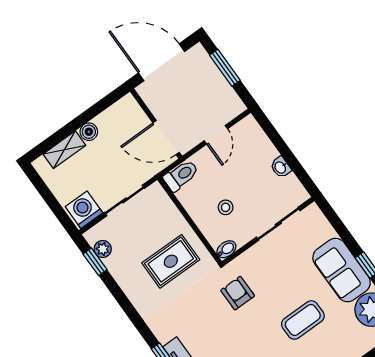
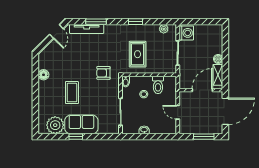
door: (166, 138) -> (202, 90), moved
shelving: (64, 150) -> (218, 75), moved
toilet: (181, 175) -> (158, 85), moved
window: (95, 262) -> (135, 22), moved
armchair: (238, 293) -> (103, 73), turned 180

